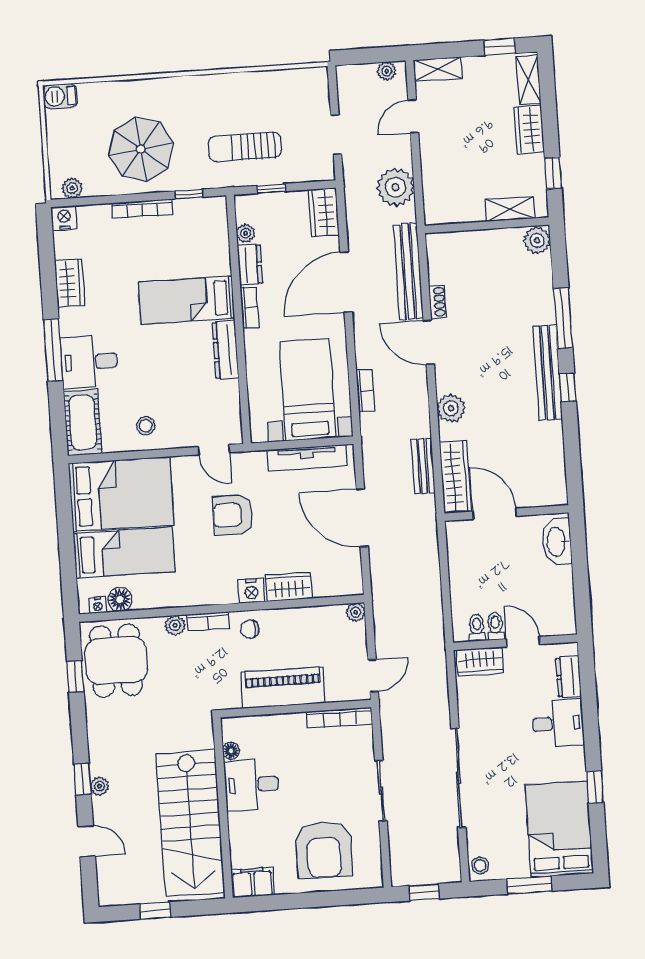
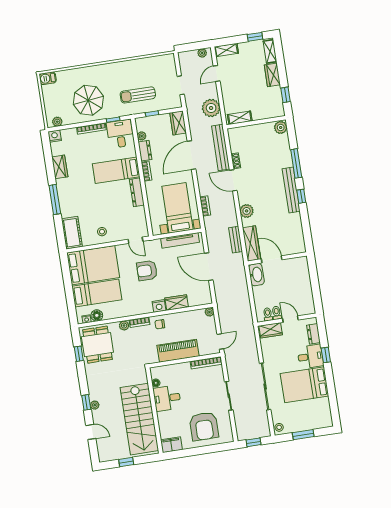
shelving: (510, 209) -> (240, 118), moved
desk: (89, 362) -> (120, 134), moved, turned 90
washbasin: (557, 542) -> (256, 275), moved, turned 180
window: (595, 787) -> (326, 355), moved
bed: (559, 829) -> (304, 385), moved, turned -90

